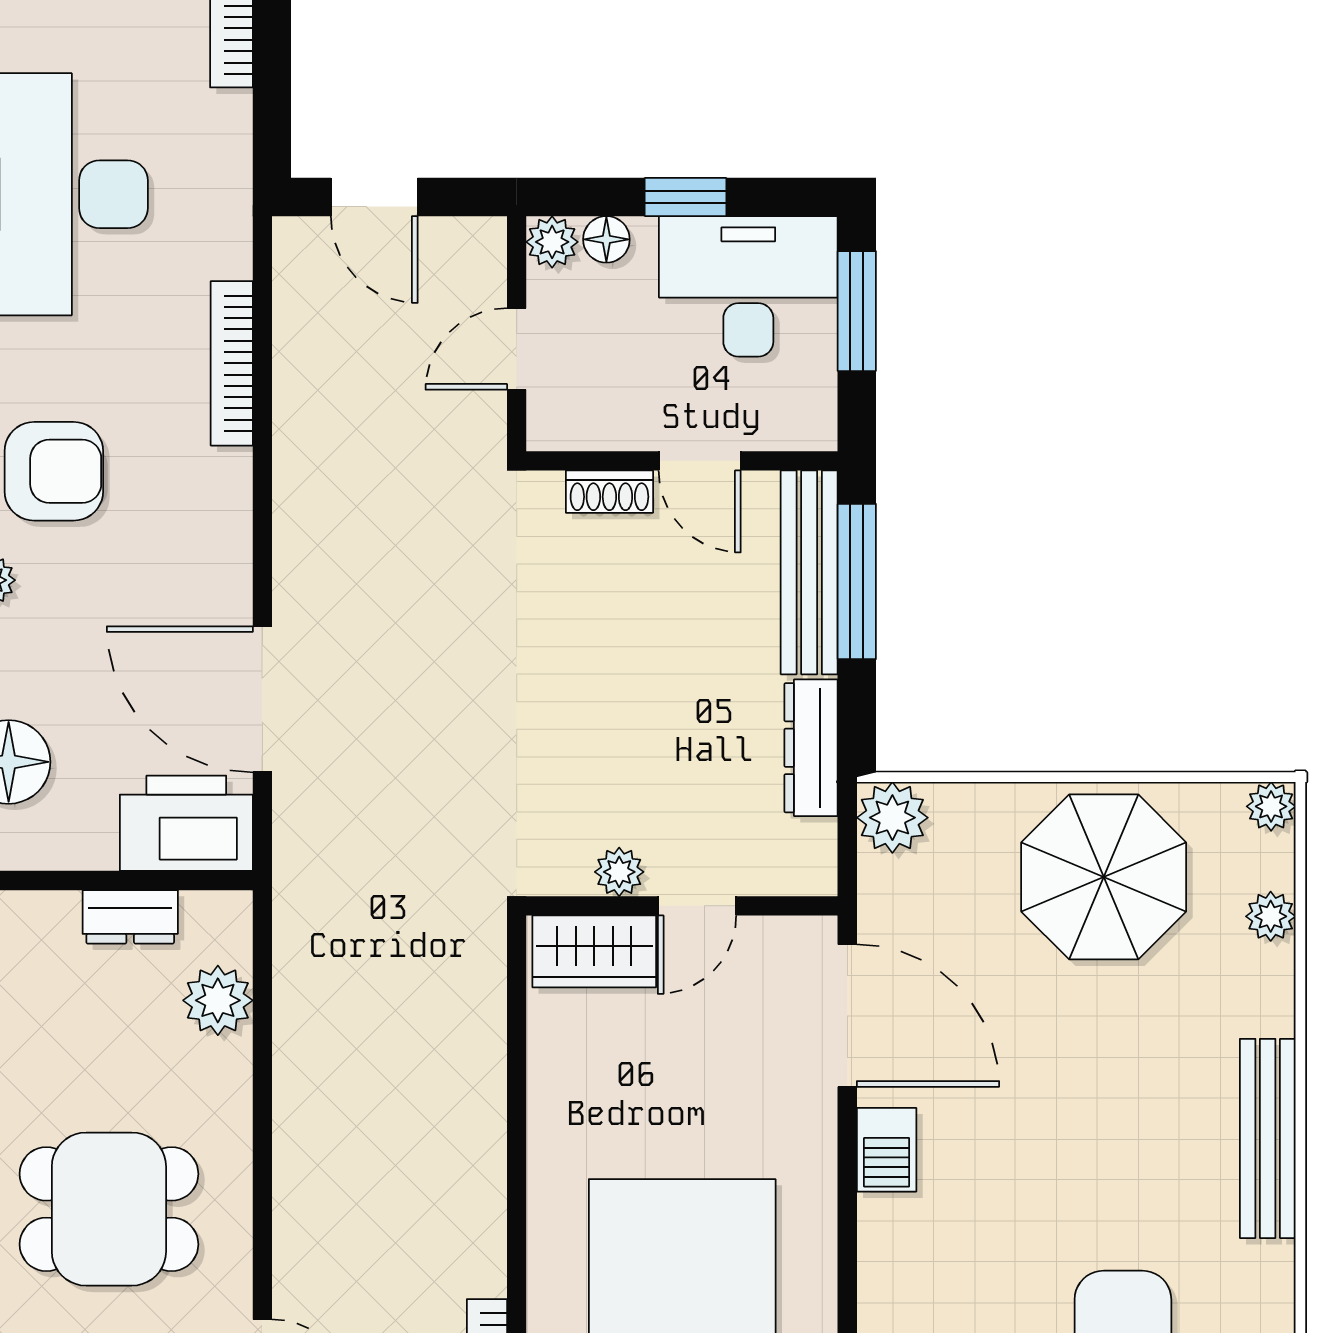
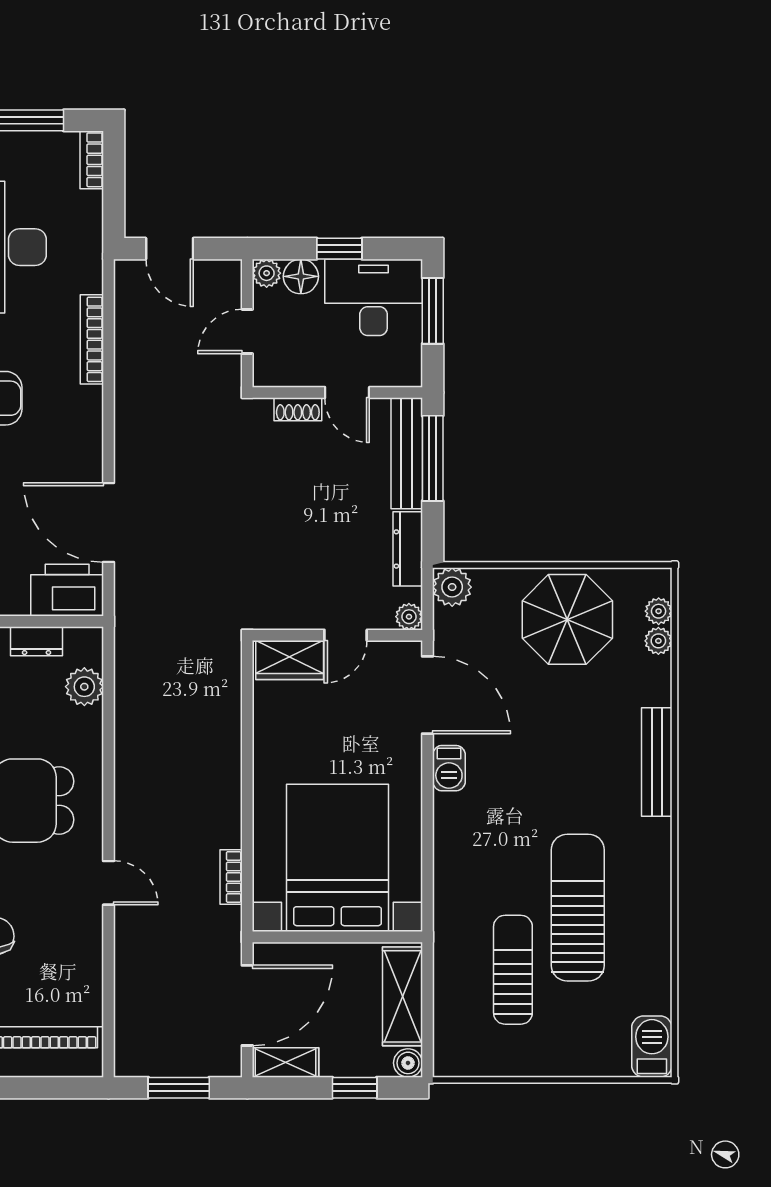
floor lamp: (606, 239) -> (301, 276), width x1.37, depth x1.37
plant: (1271, 806) -> (659, 611), moved
plant: (619, 872) -> (409, 617), moved

